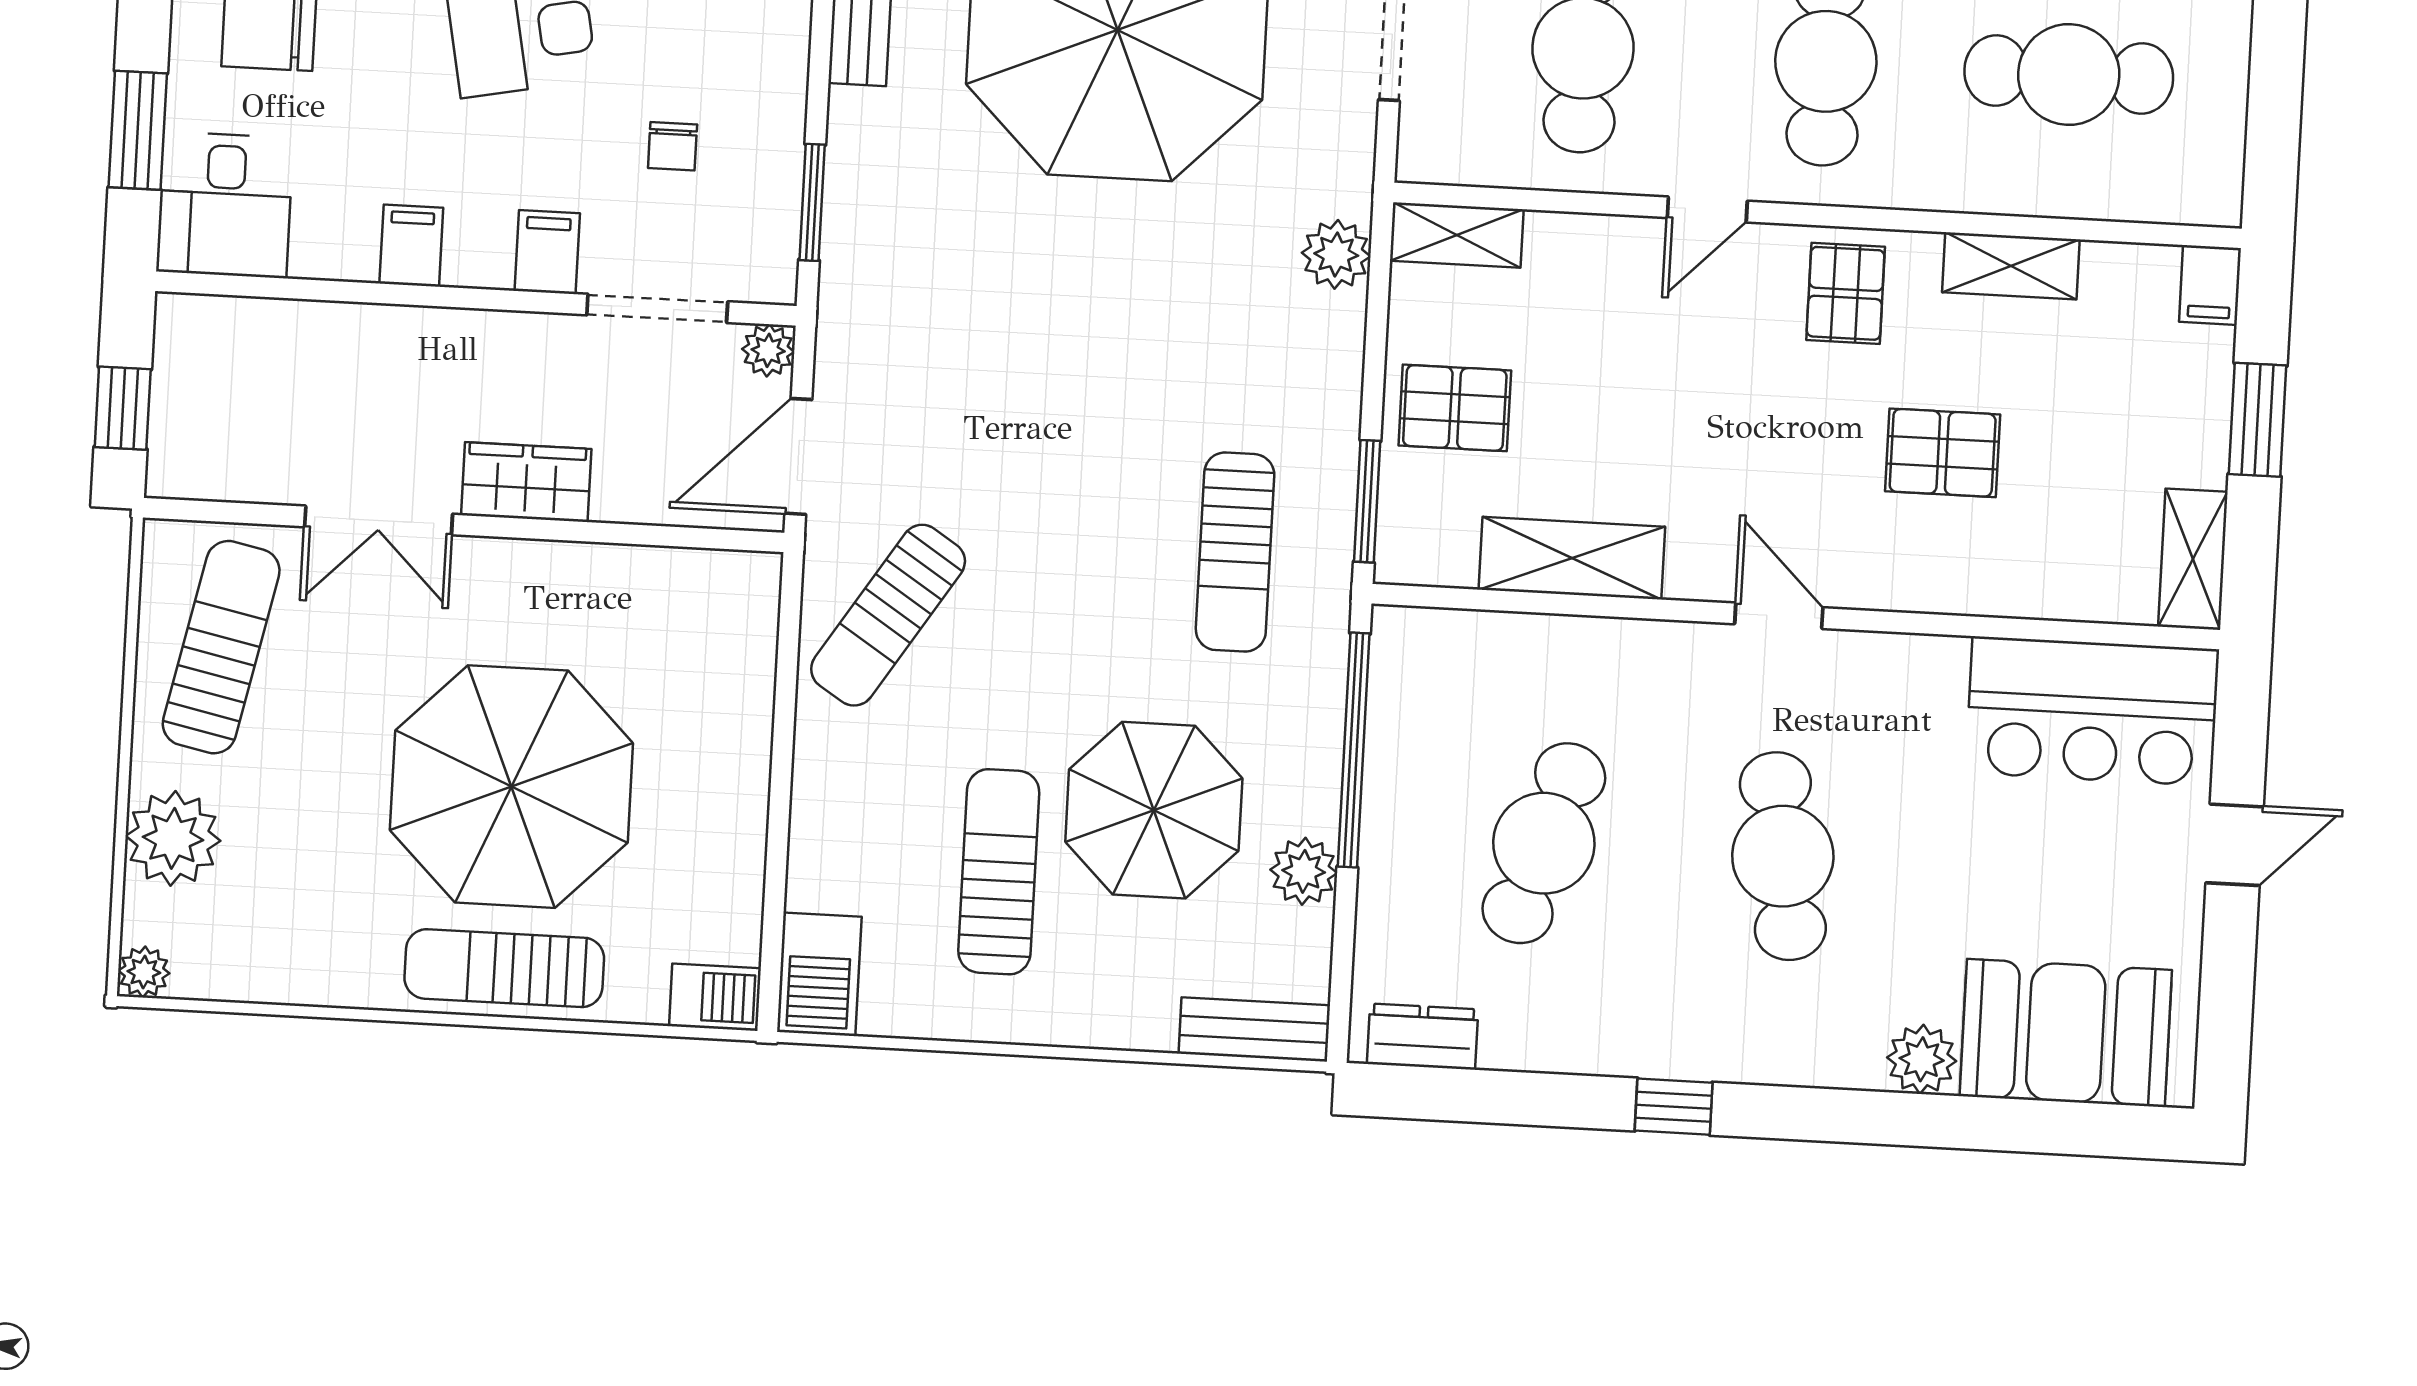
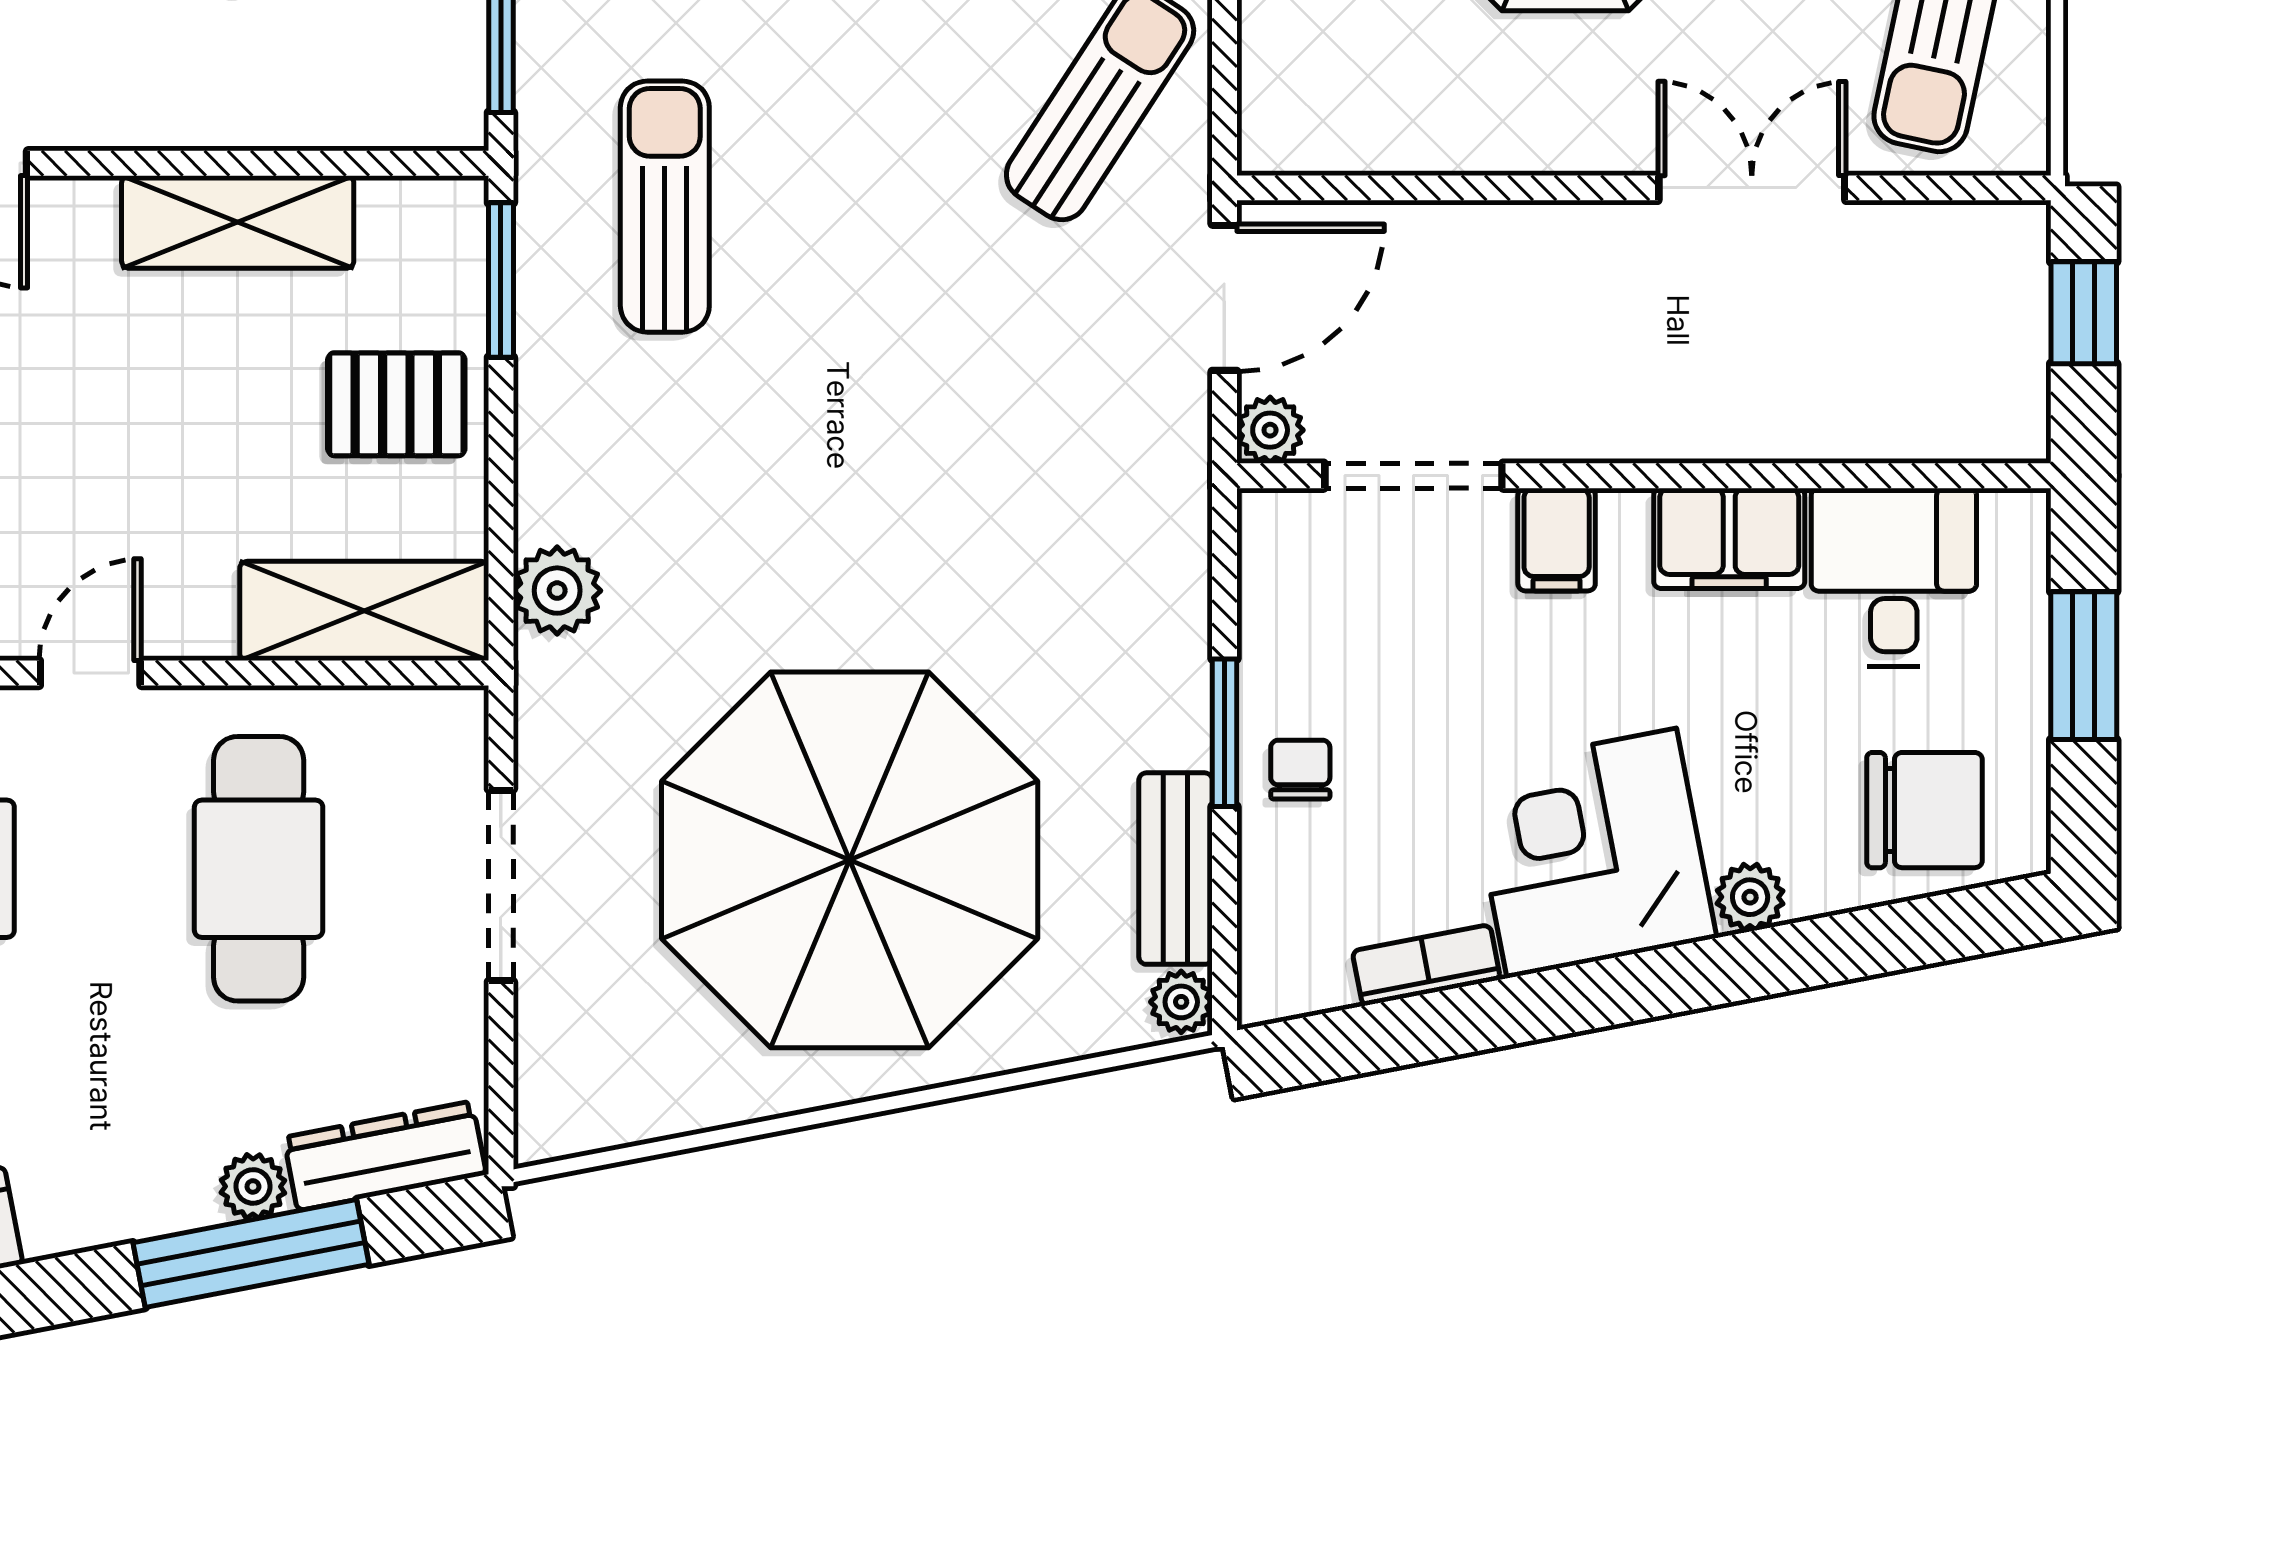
chair: (673, 146) -> (1300, 770), moved
window: (812, 202) -> (1224, 733), moved
desk: (225, 205) -> (1894, 577), moved
shelving: (1457, 235) -> (364, 611), width x1.50, depth x1.33
filing cabinet: (411, 246) -> (1729, 538), width x2.00
wardrobe: (526, 482) -> (1568, 247), removed

